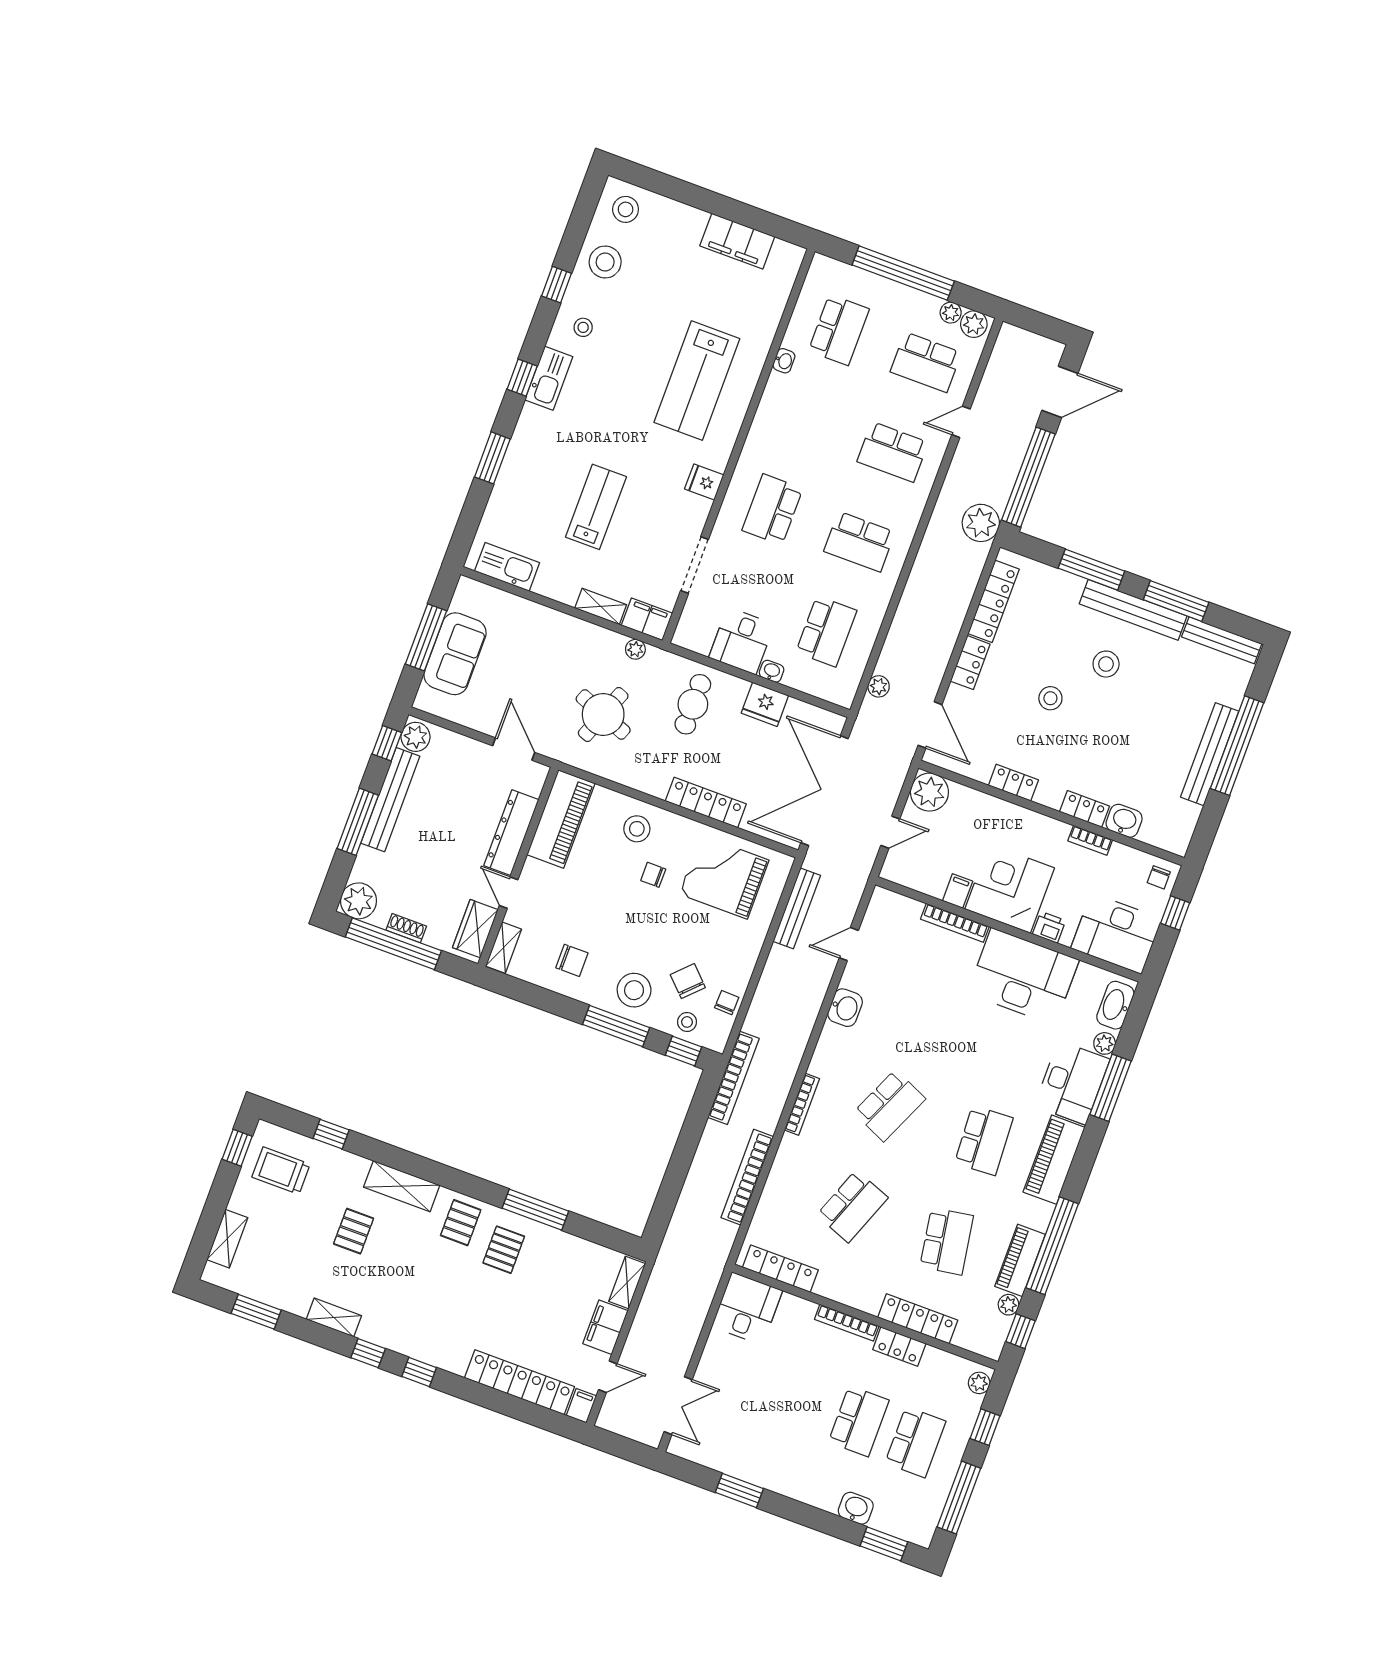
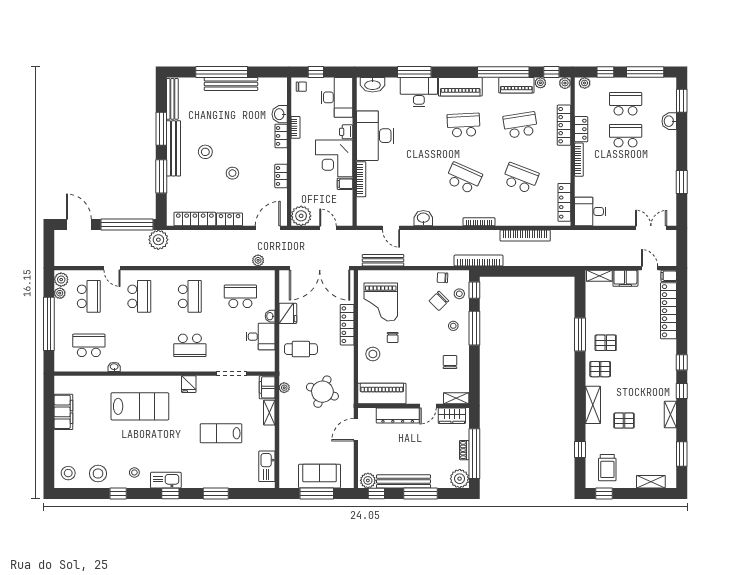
stool: (634, 990) -> (453, 326), width x0.53, depth x0.53
plant: (1105, 1043) -> (565, 83), moved

